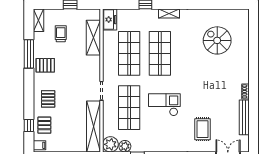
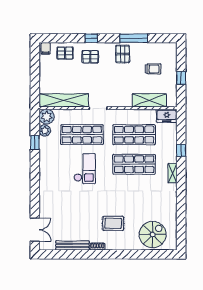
shelving: (38, 20) -> (166, 47), removed
spiral stairs: (217, 40) -> (153, 235), moved
window: (29, 125) -> (91, 38), moved
rug: (203, 129) -> (113, 223), moved

